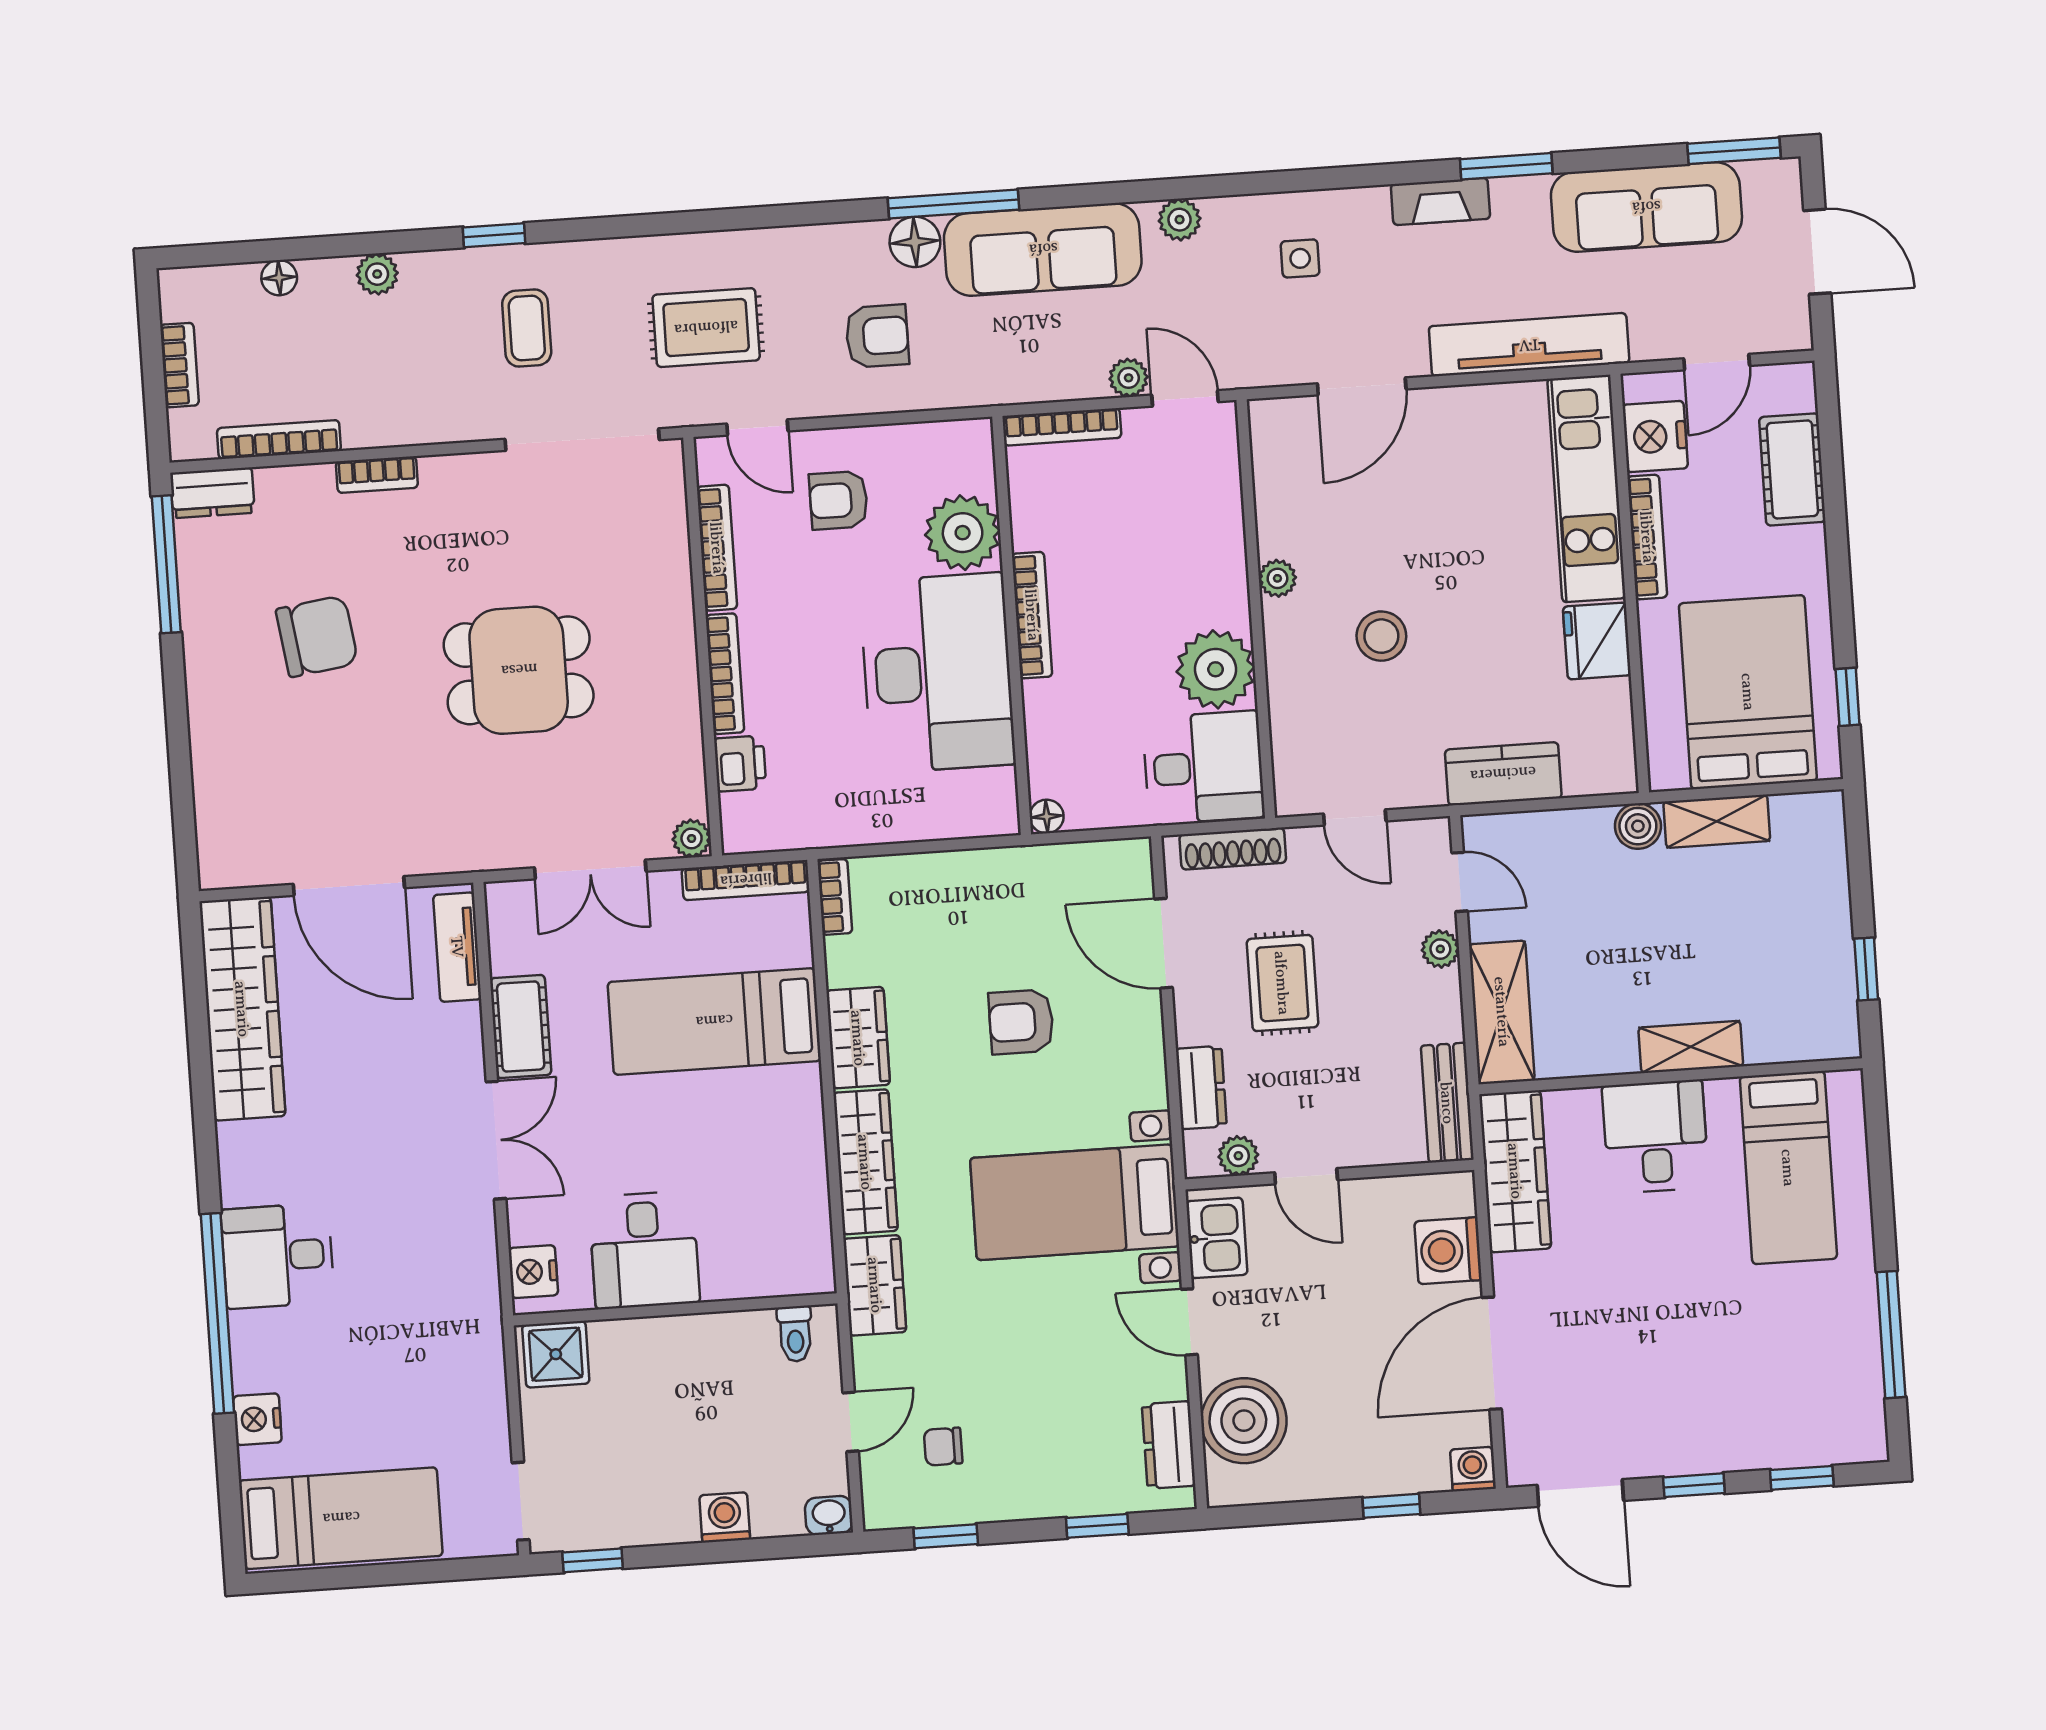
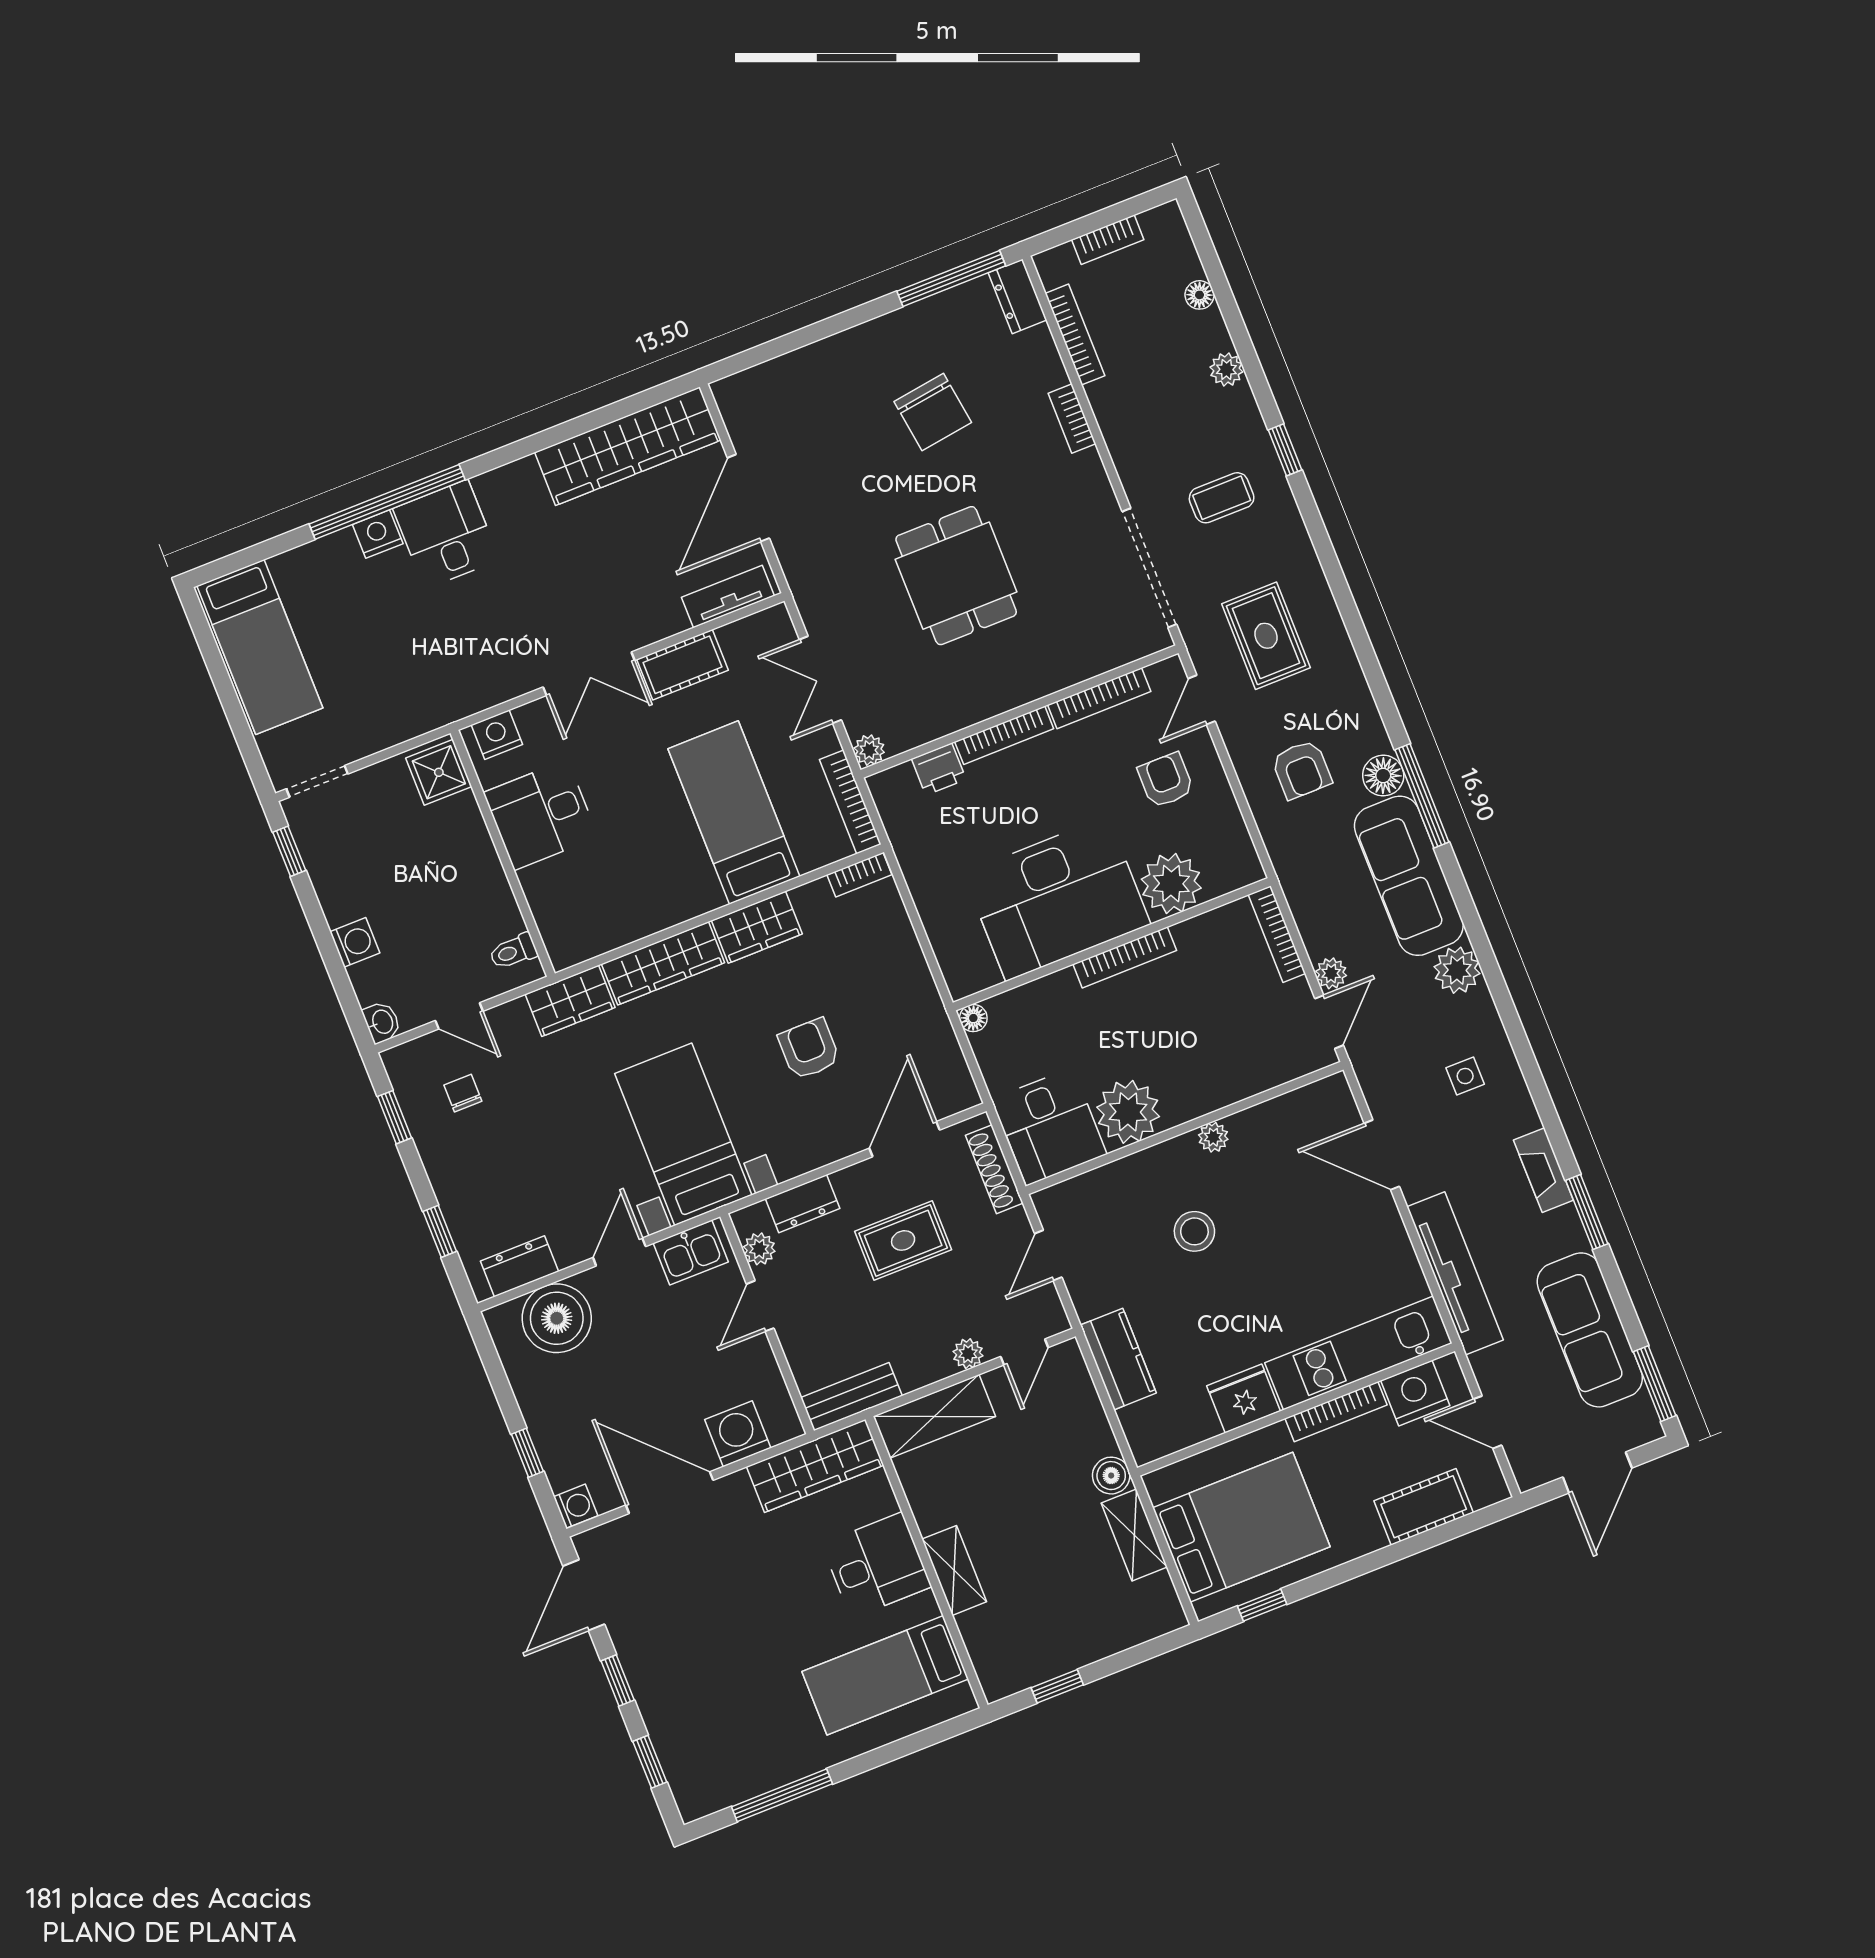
plant: (1180, 220) -> (1457, 970), width x1.38, depth x1.38
nightstand: (257, 1419) -> (378, 534), moved

